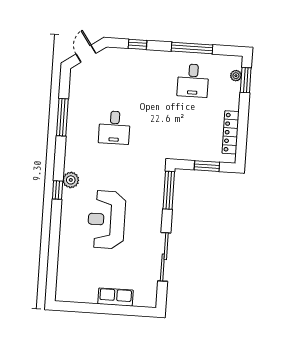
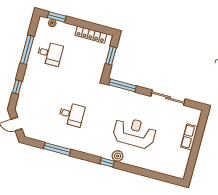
plant: (71, 180) -> (118, 156), moved
reception desk: (106, 220) -> (134, 133), turned 180

